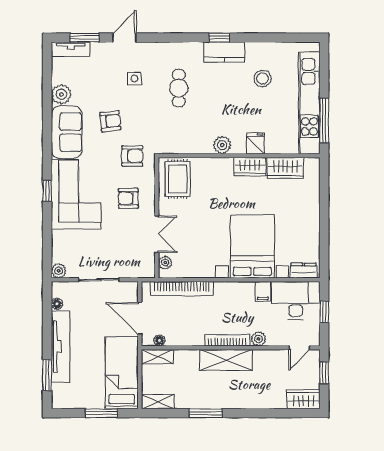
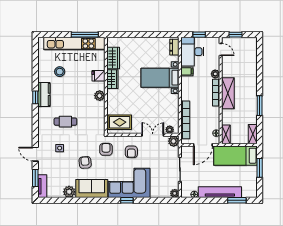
bed with nightstands: (252, 246) -> (160, 78), width x0.73
plant: (146, 269) -> (174, 141), added
wardrobe: (303, 399) -> (251, 47), removed

